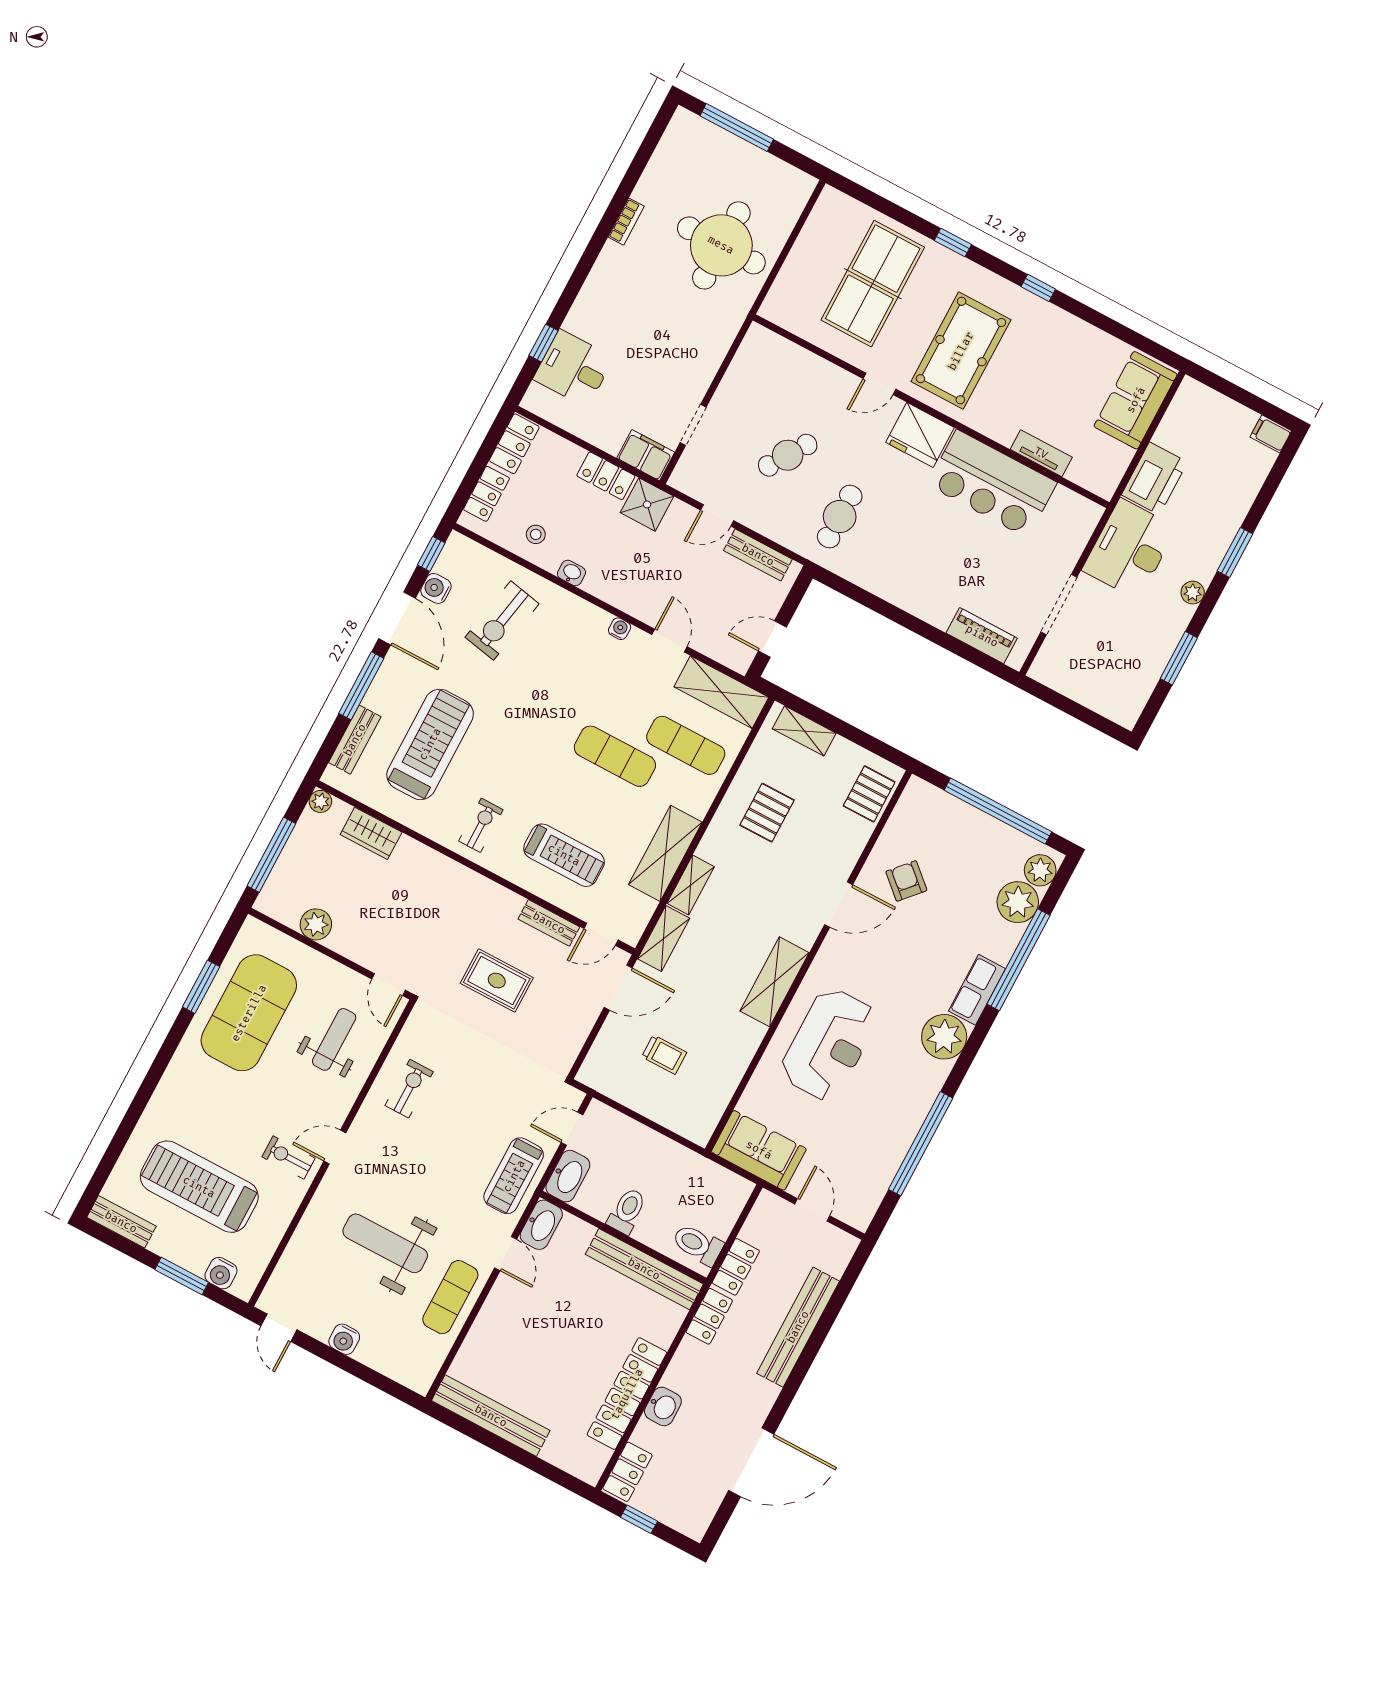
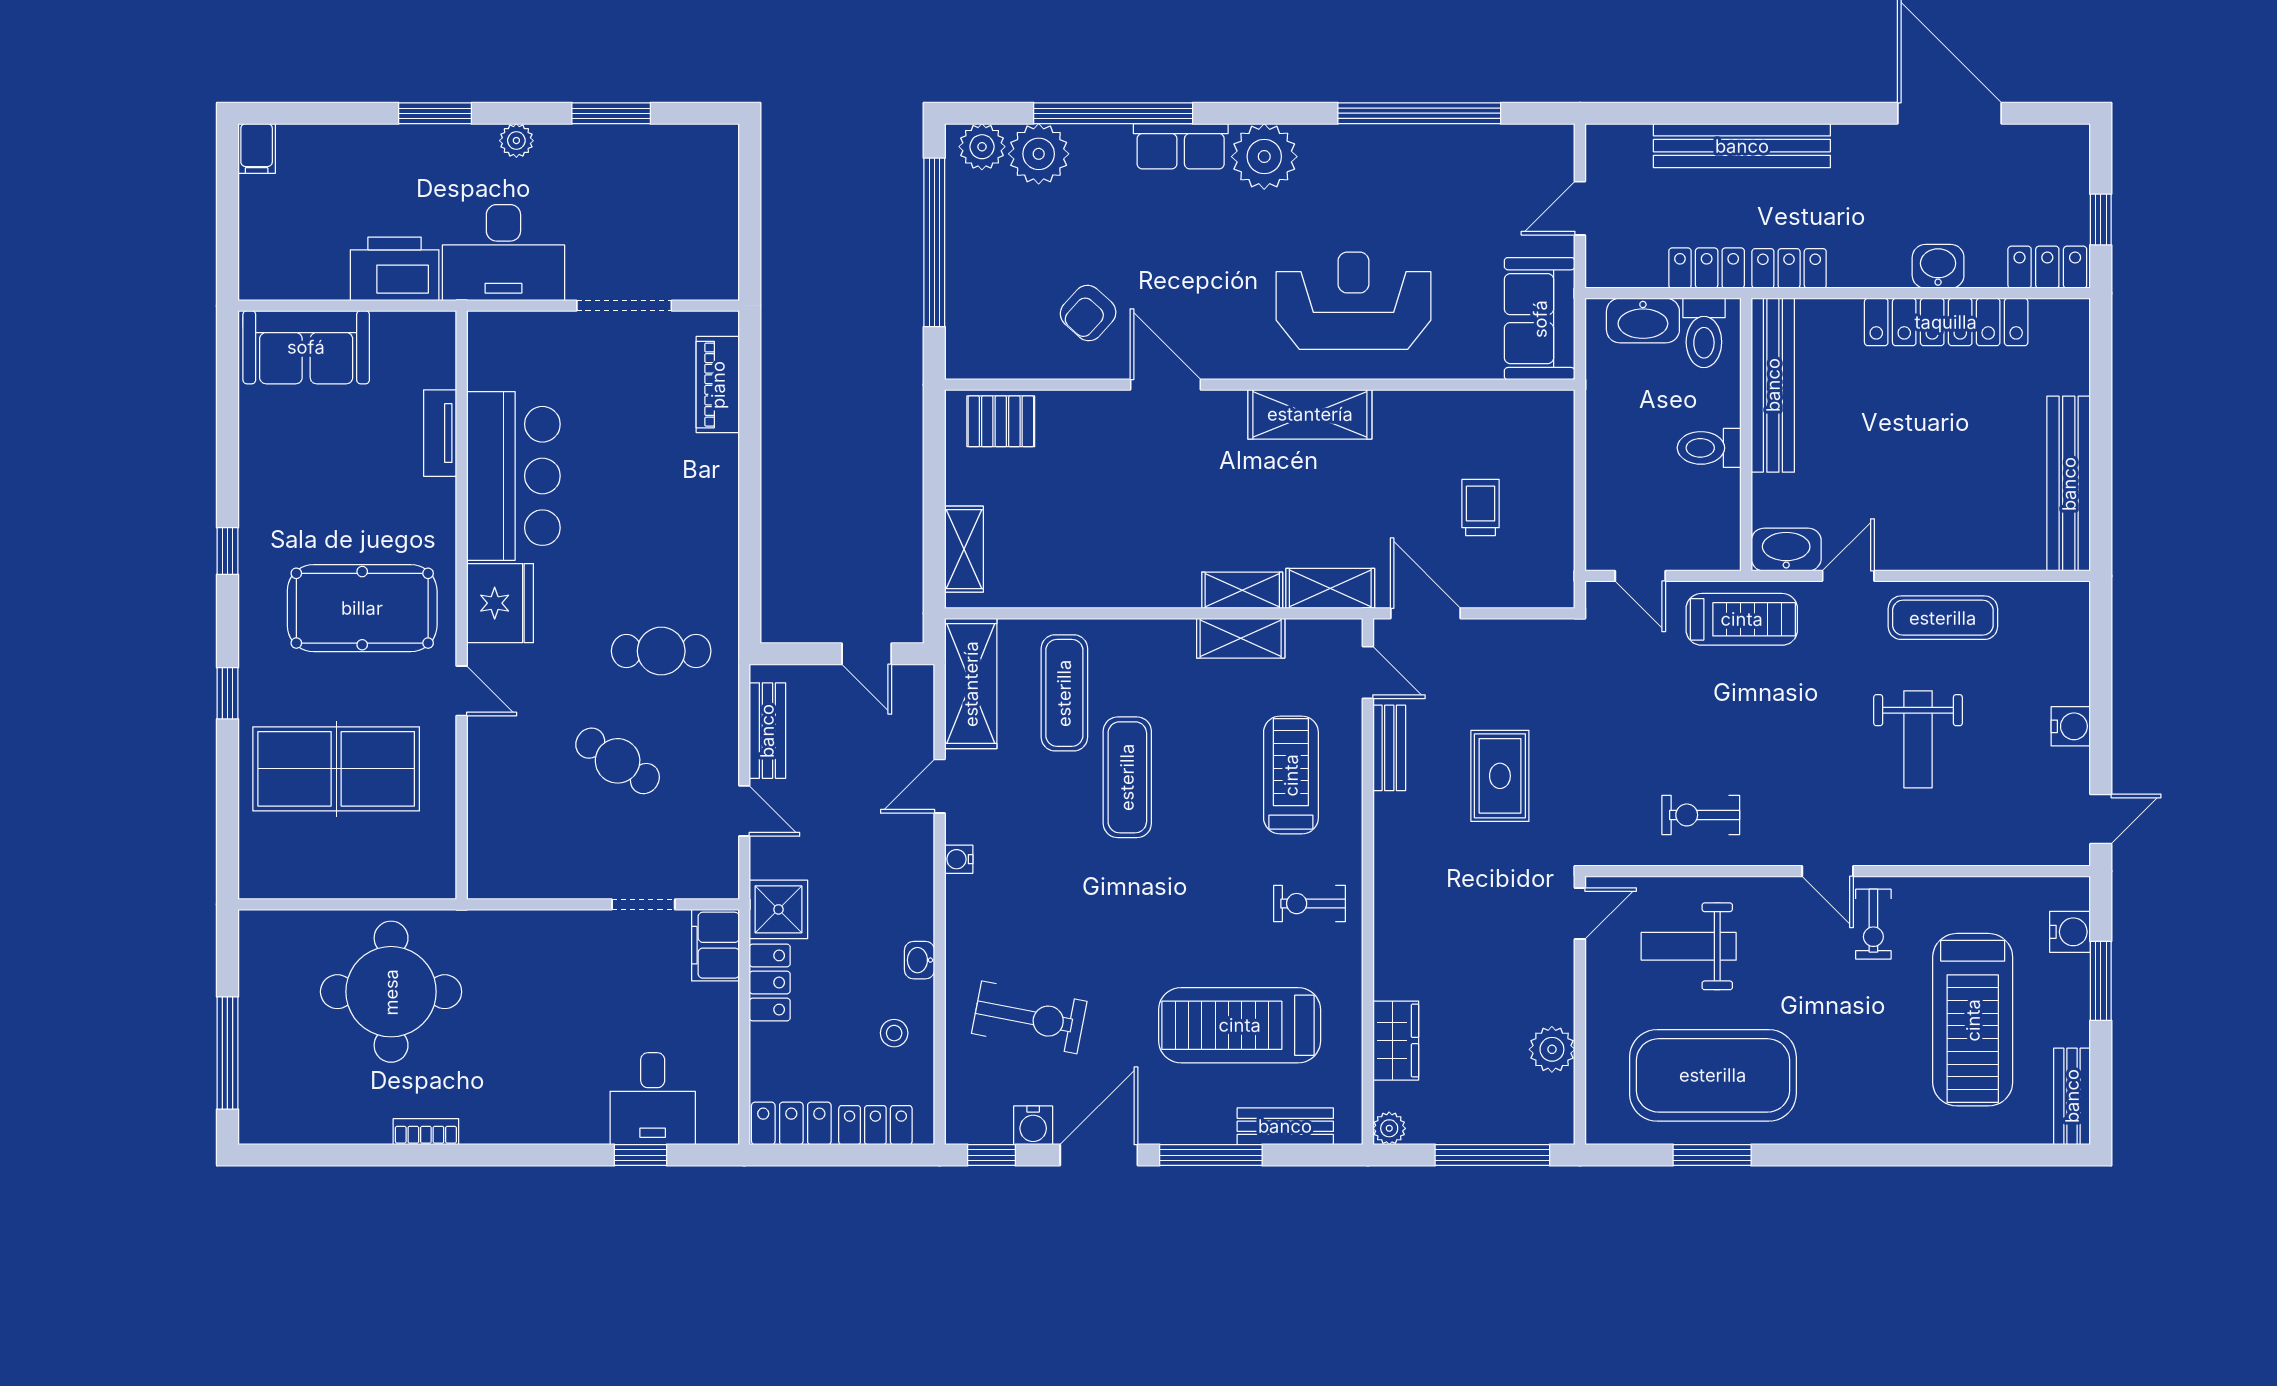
pallet: (767, 813) -> (1096, 541), removed
shelving: (665, 853) -> (1241, 638), width x0.67, depth x0.75
washbasin: (568, 1176) -> (1643, 321), moved, turned 180
weight bench: (385, 1243) -> (1918, 739), width x0.73, depth x0.75

